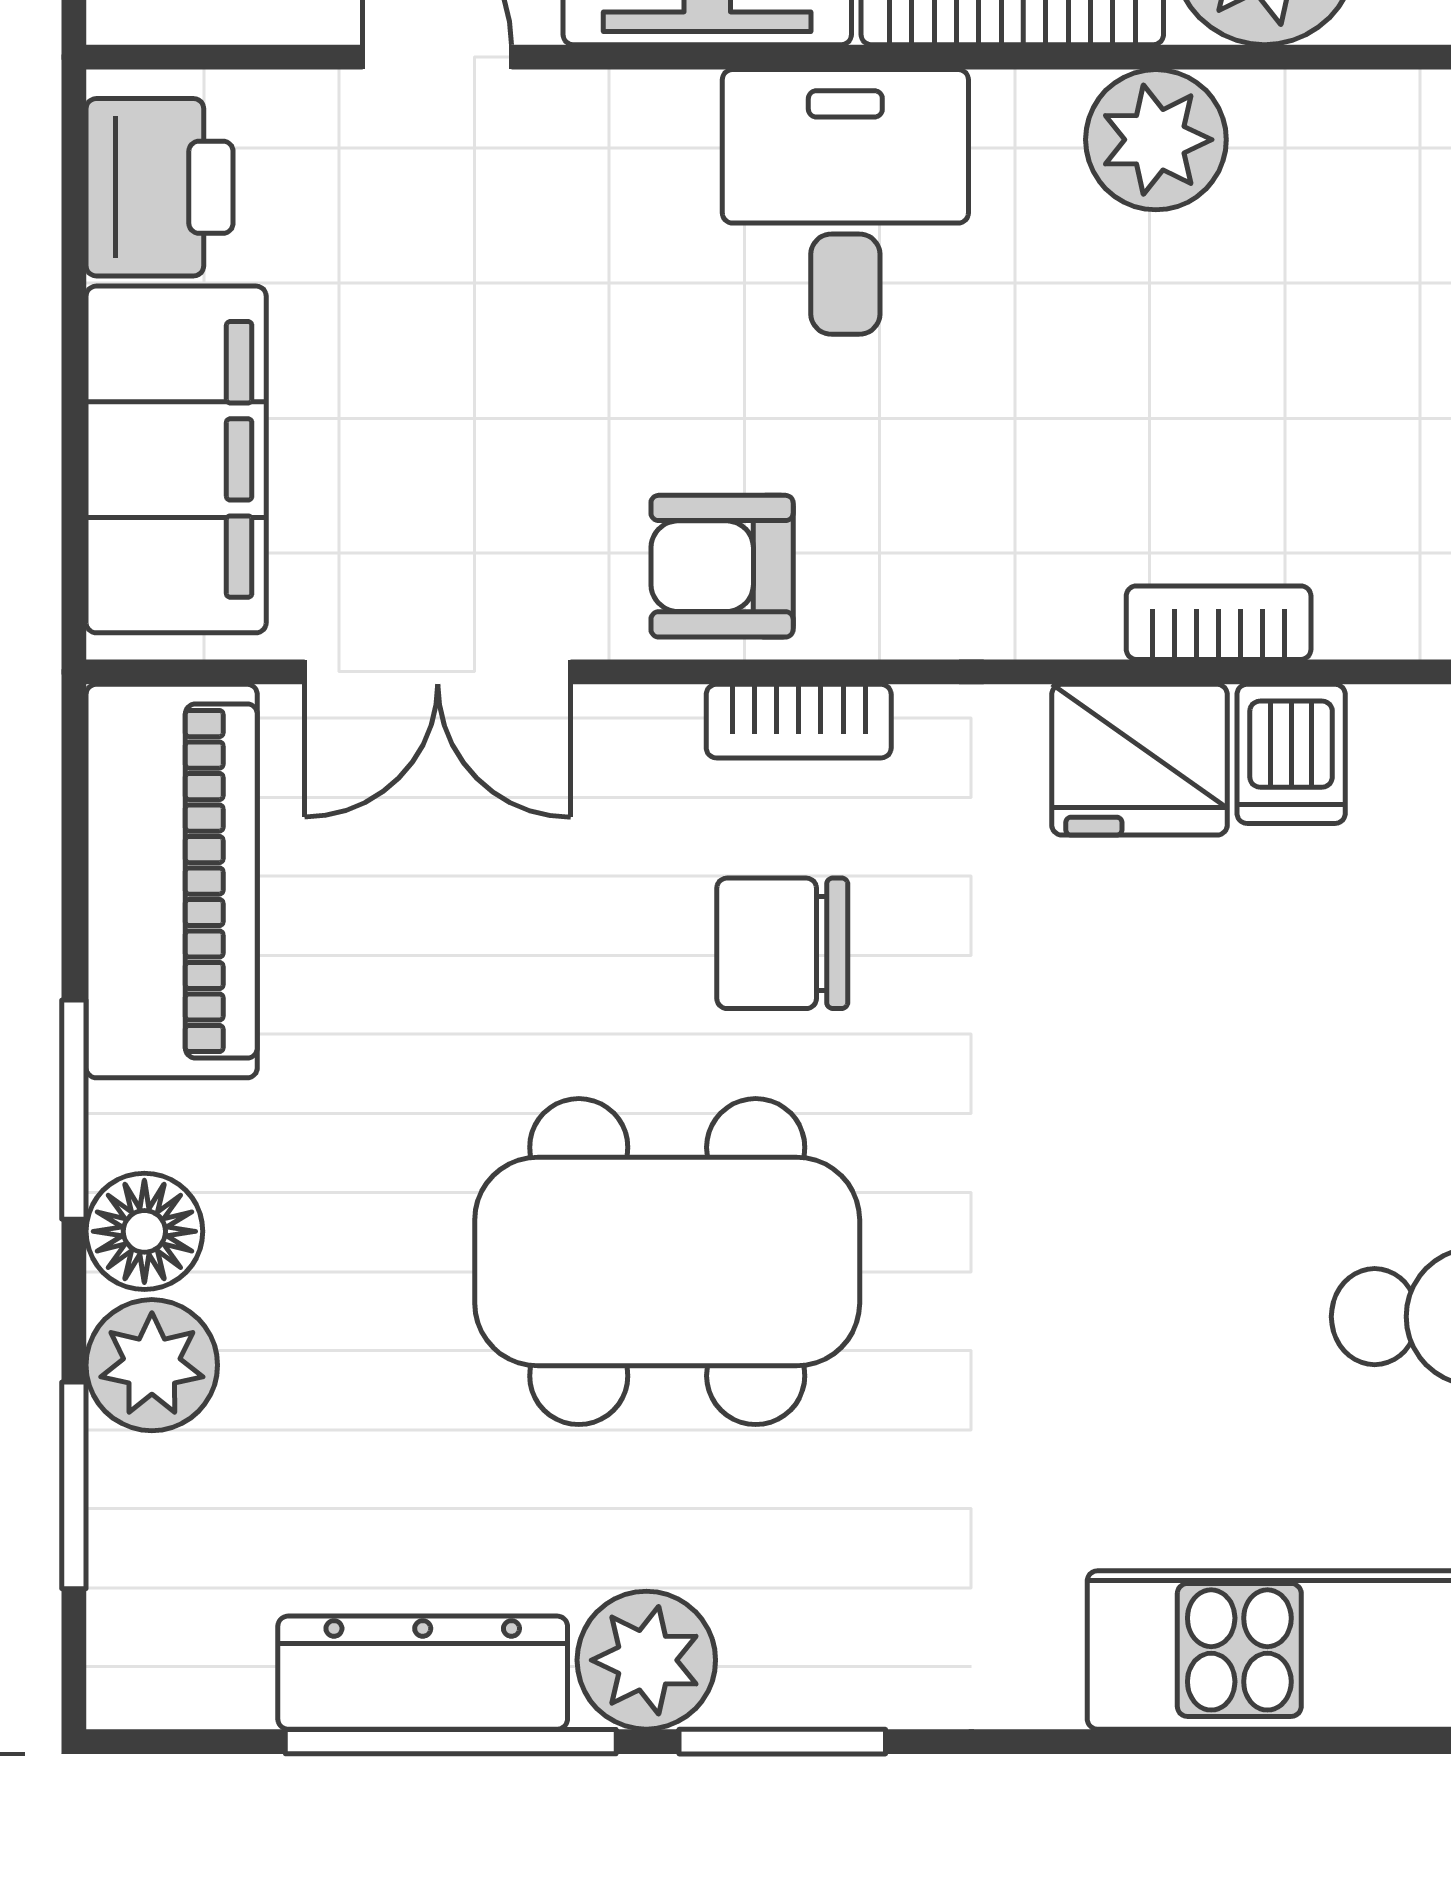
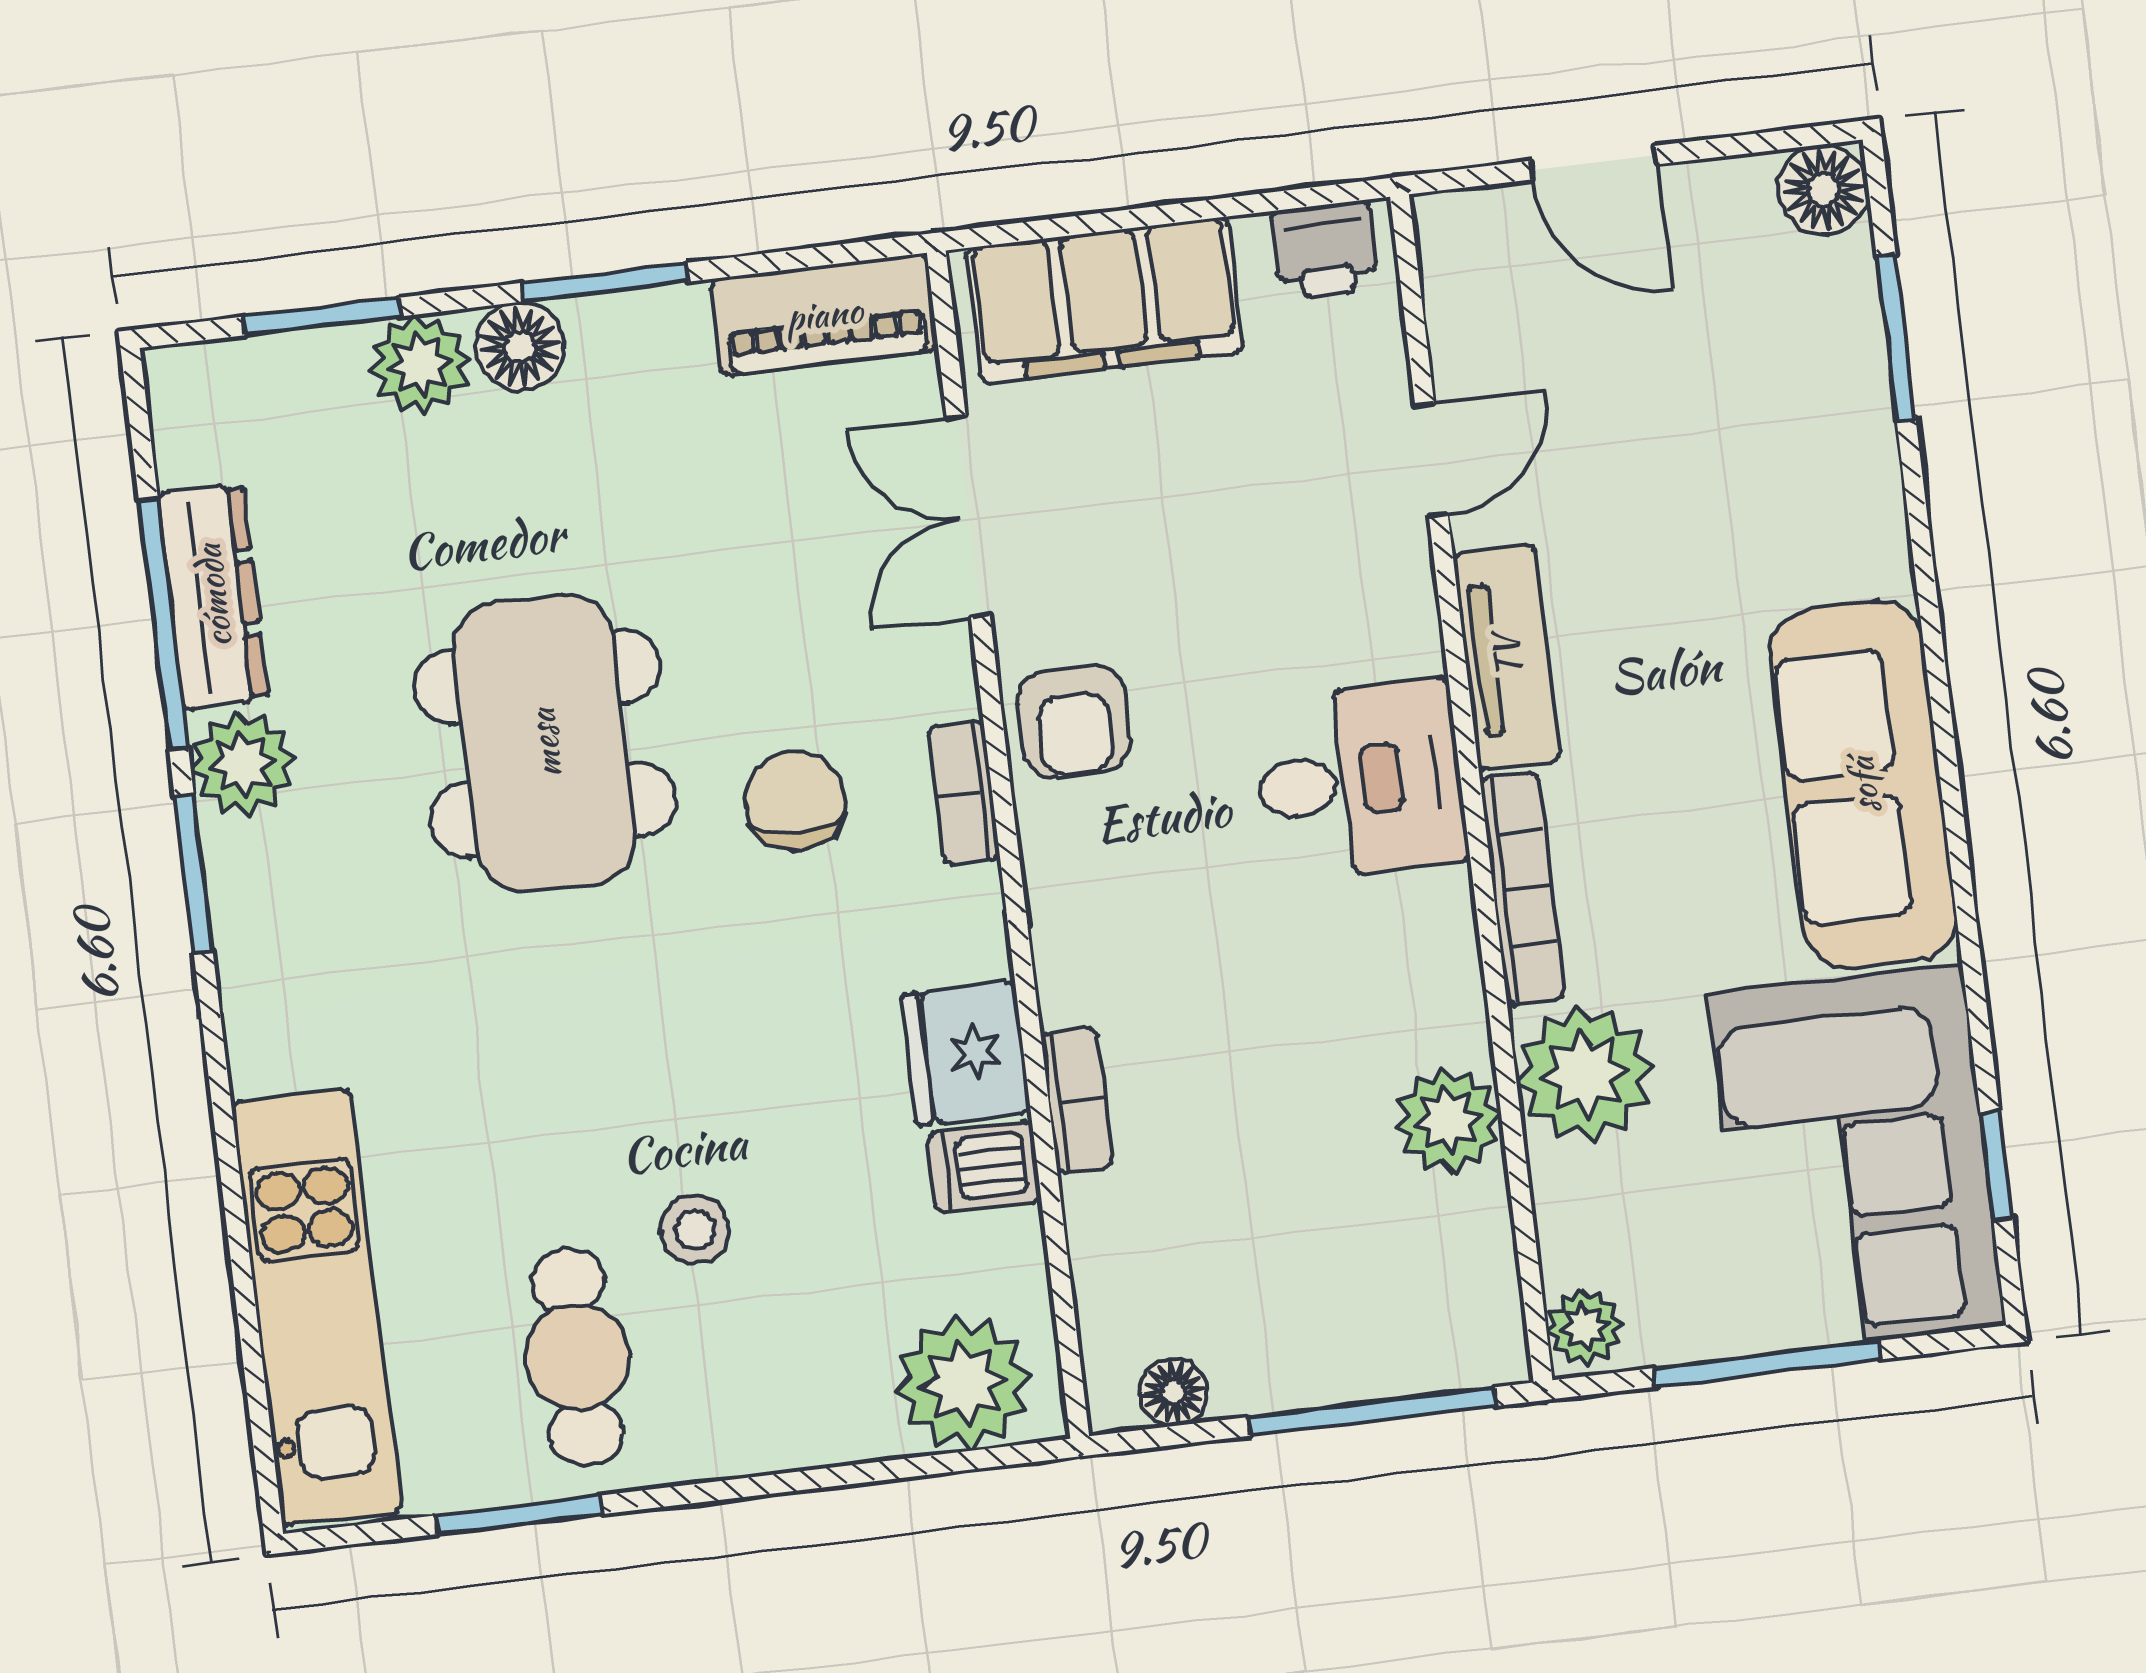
plant: (1156, 140) -> (1448, 1120), moved
printer: (160, 187) -> (1325, 250), width x0.73, depth x0.81
armchair: (722, 566) -> (1074, 721), turned 180
piano: (172, 881) -> (824, 314), width x0.73, depth x0.75
stool: (1327, 1142) -> (695, 1229), added

